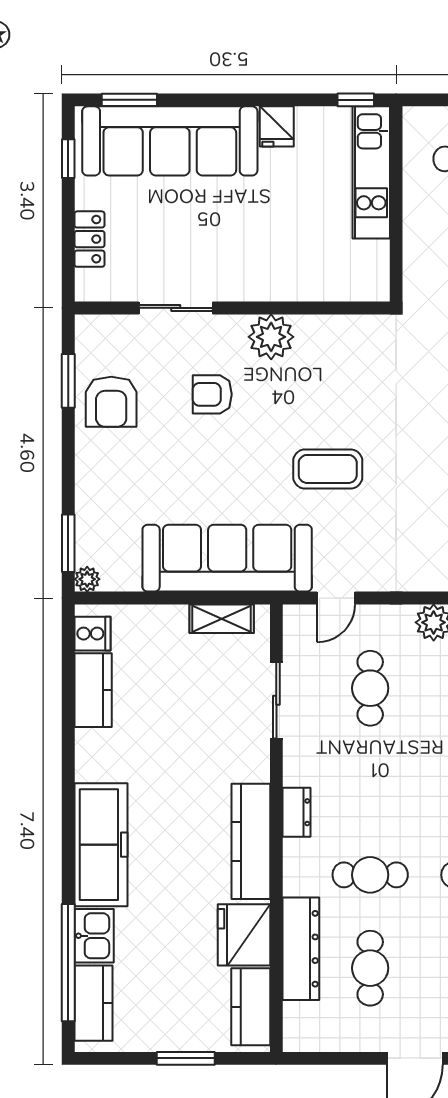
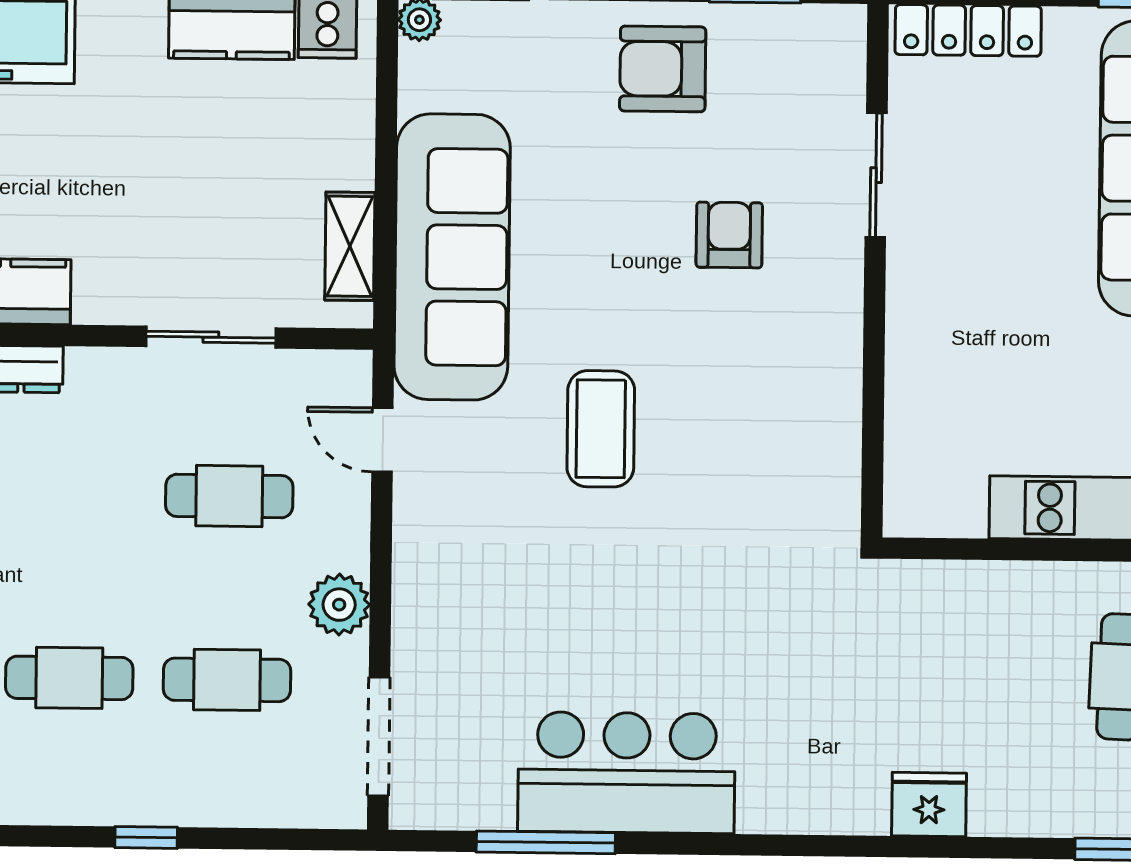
locker: (89, 239) -> (968, 30), width x1.53
plant: (271, 337) -> (825, 336), removed
armchair: (111, 402) -> (663, 69), moved

